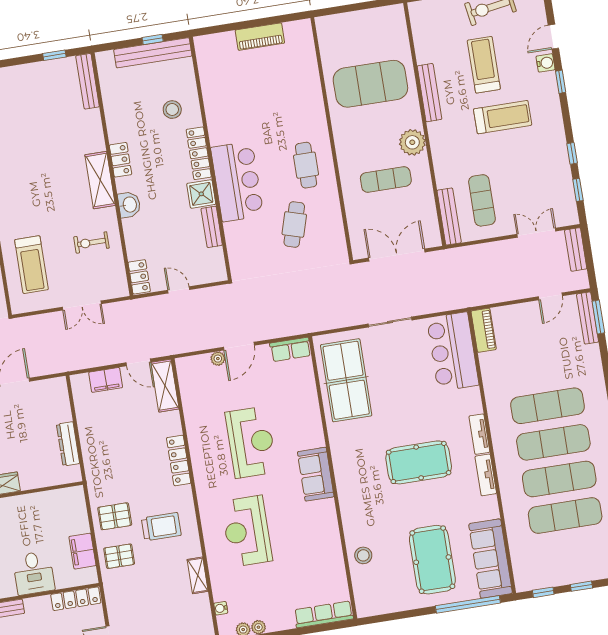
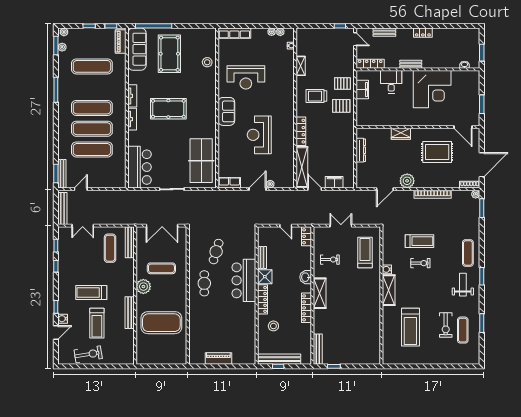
locker: (120, 160) -> (307, 308), width x1.53
bench: (576, 249) -> (62, 208), width x1.36
piano: (484, 330) -> (121, 42), moved
shelving: (165, 386) -> (302, 167), width x1.47
exercise mat: (559, 479) -> (92, 149), moved
reception desk: (247, 531) -> (246, 77), moved, turned 90

